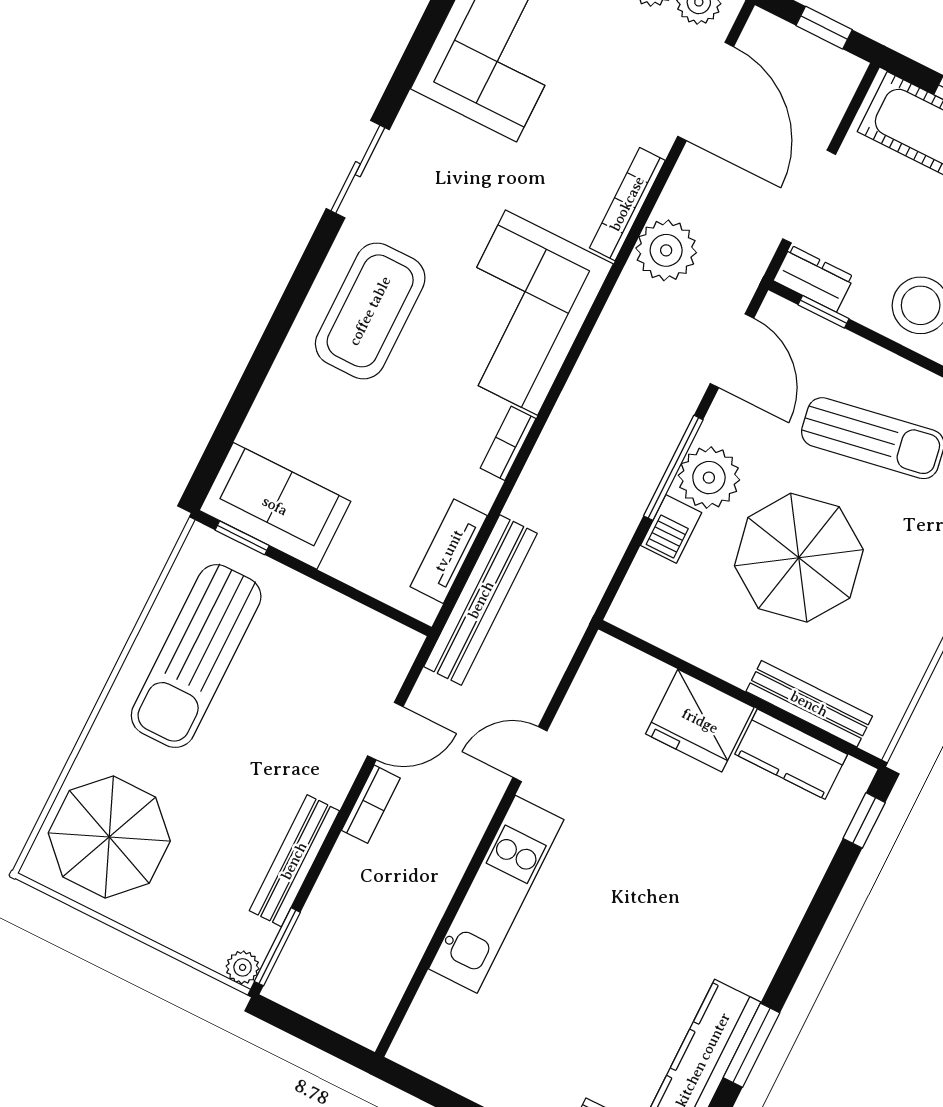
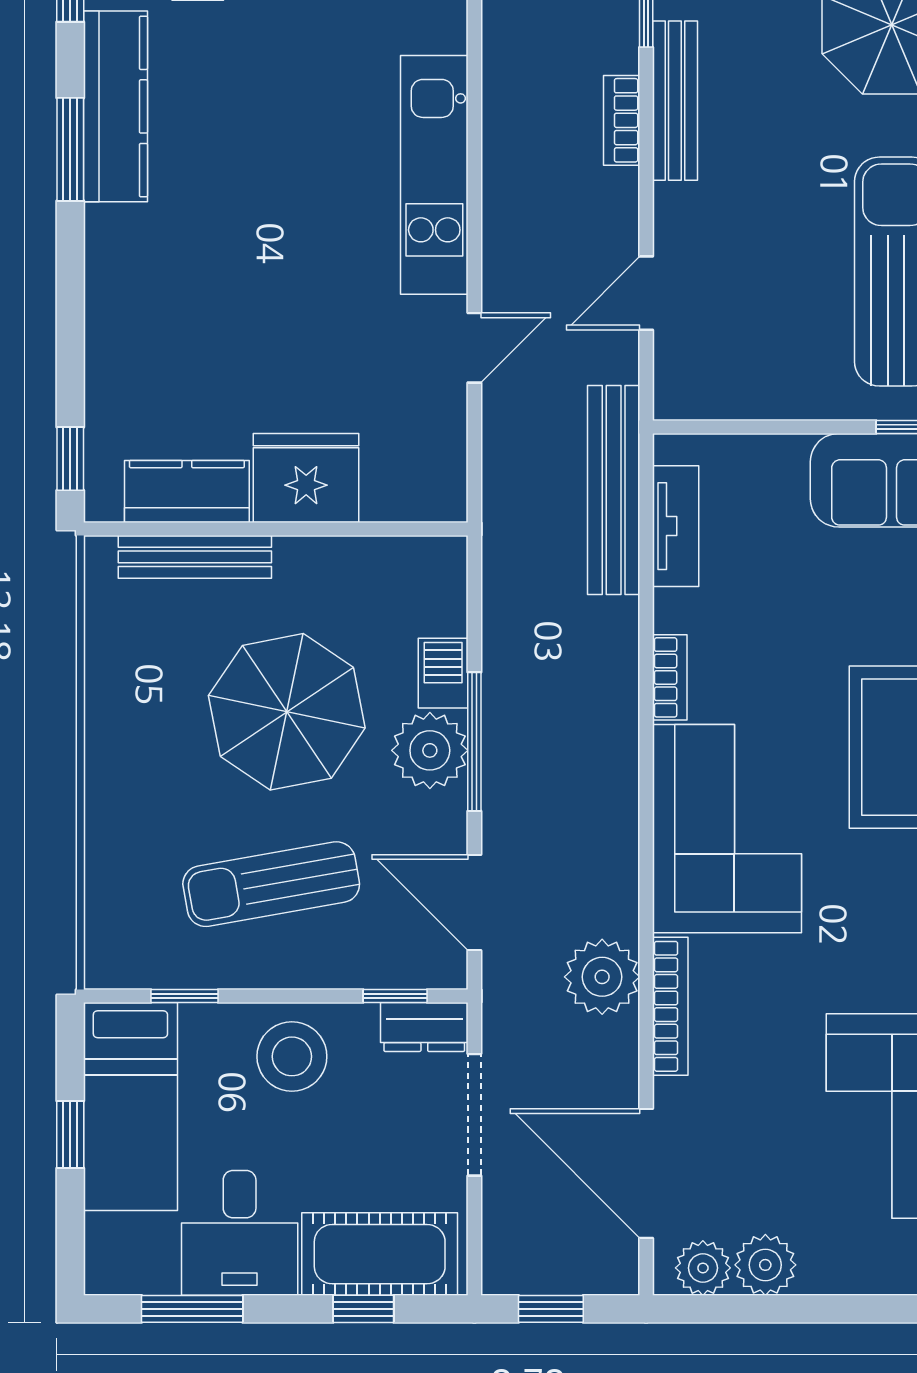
bookcase: (371, 804) -> (622, 120), moved

